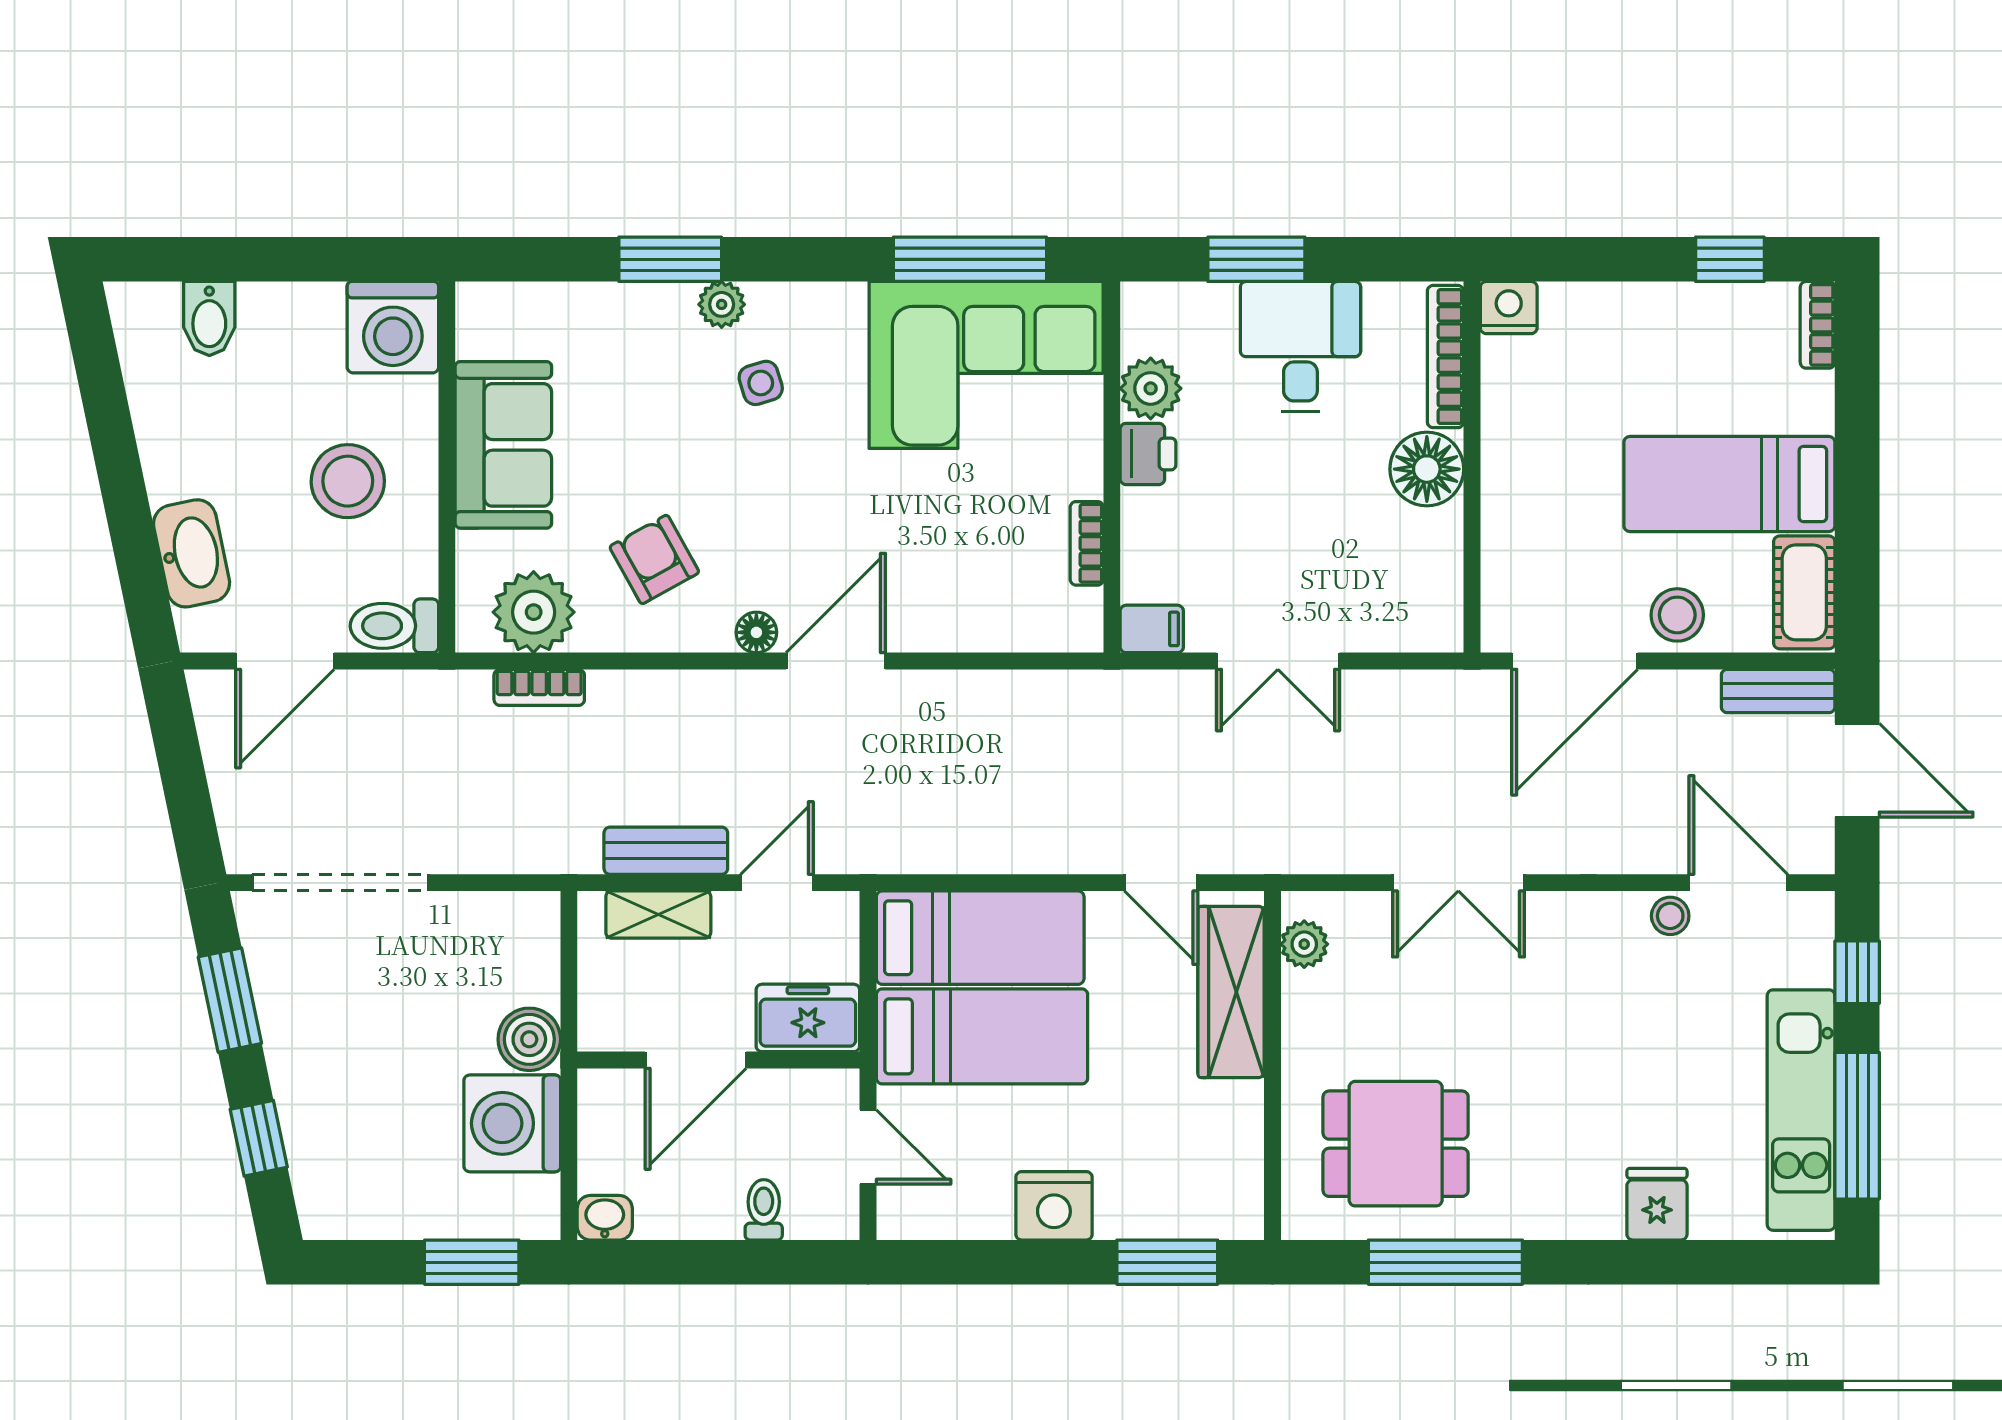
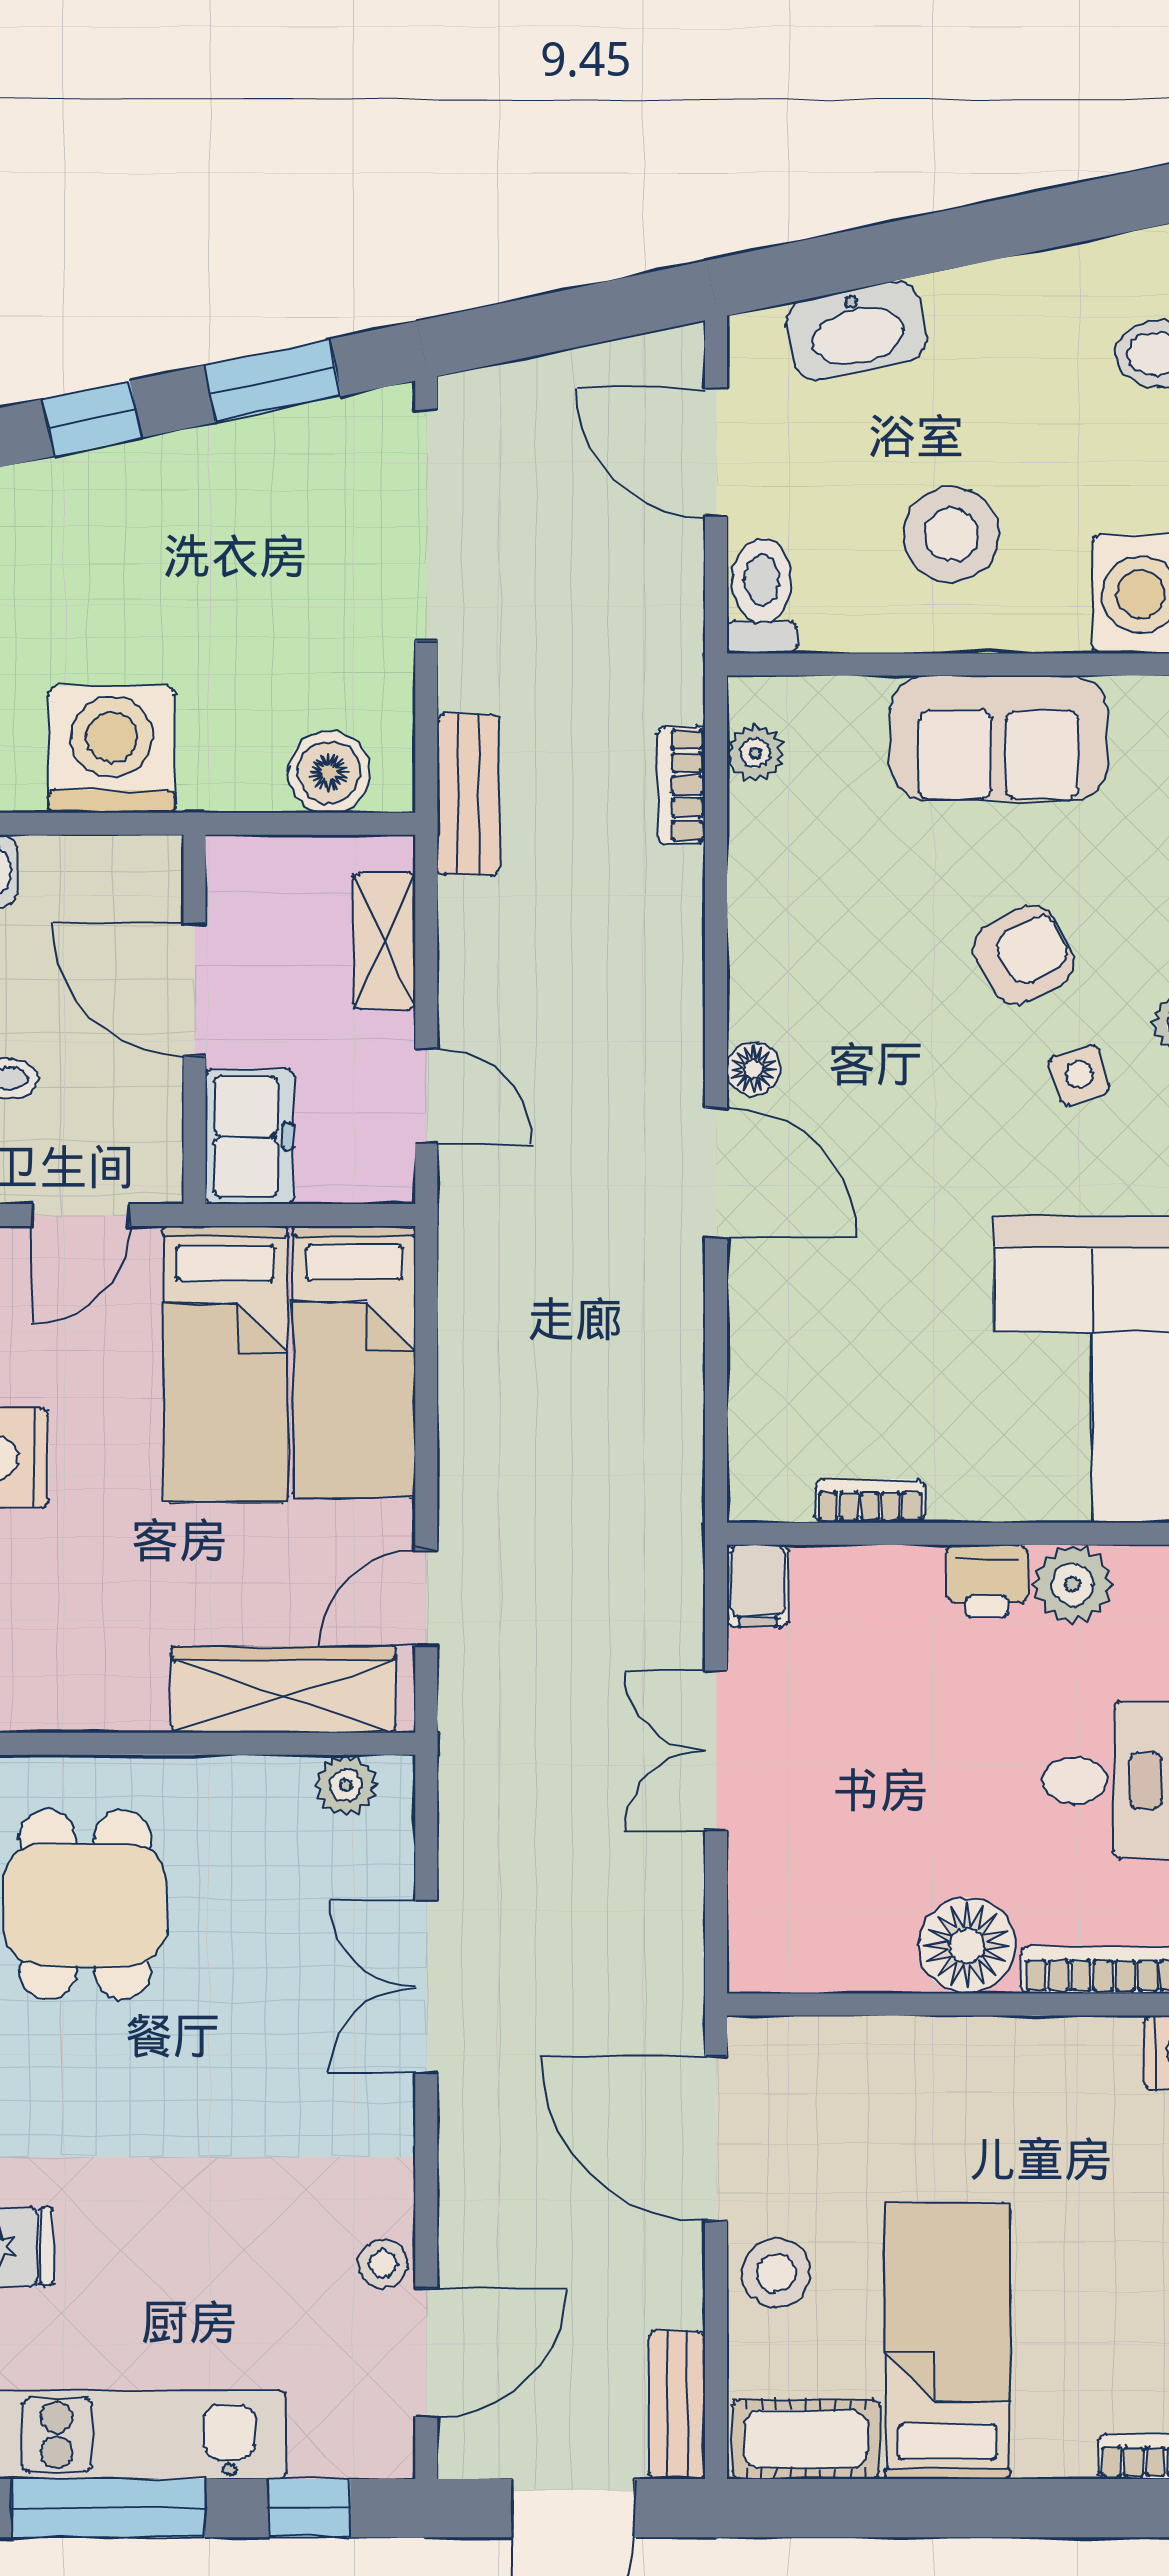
armchair: (654, 559) -> (1023, 955), moved
plant: (534, 612) -> (755, 753), width x0.53, depth x0.53
bench: (666, 851) -> (468, 795), moved
boiler: (529, 1039) -> (329, 772), moved

